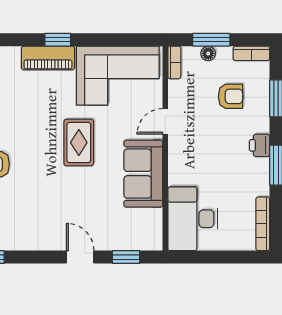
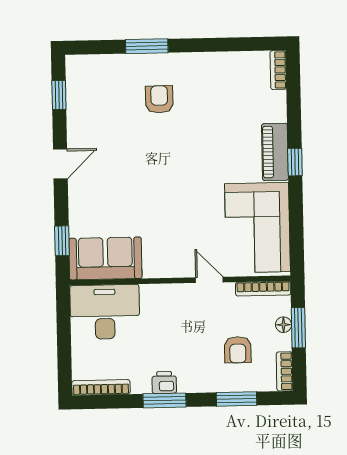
bookcase: (174, 62) -> (263, 289), width x1.56
rug: (79, 143) -> (184, 187), removed
printer: (259, 145) -> (164, 383), moved
sofa: (143, 174) -> (105, 258), moved
door: (80, 257) -> (60, 164), moved

